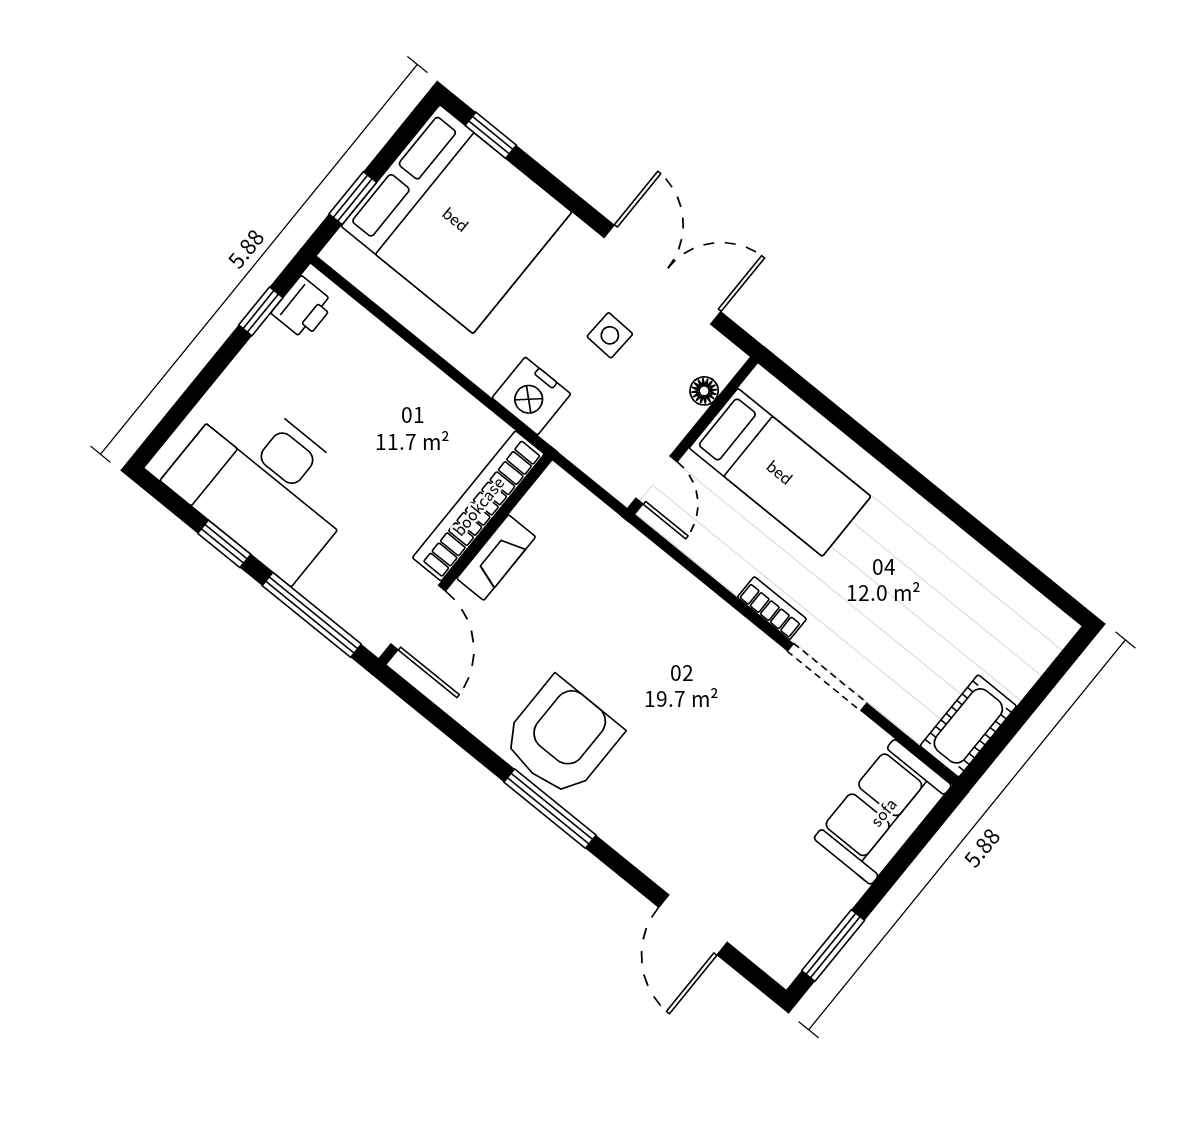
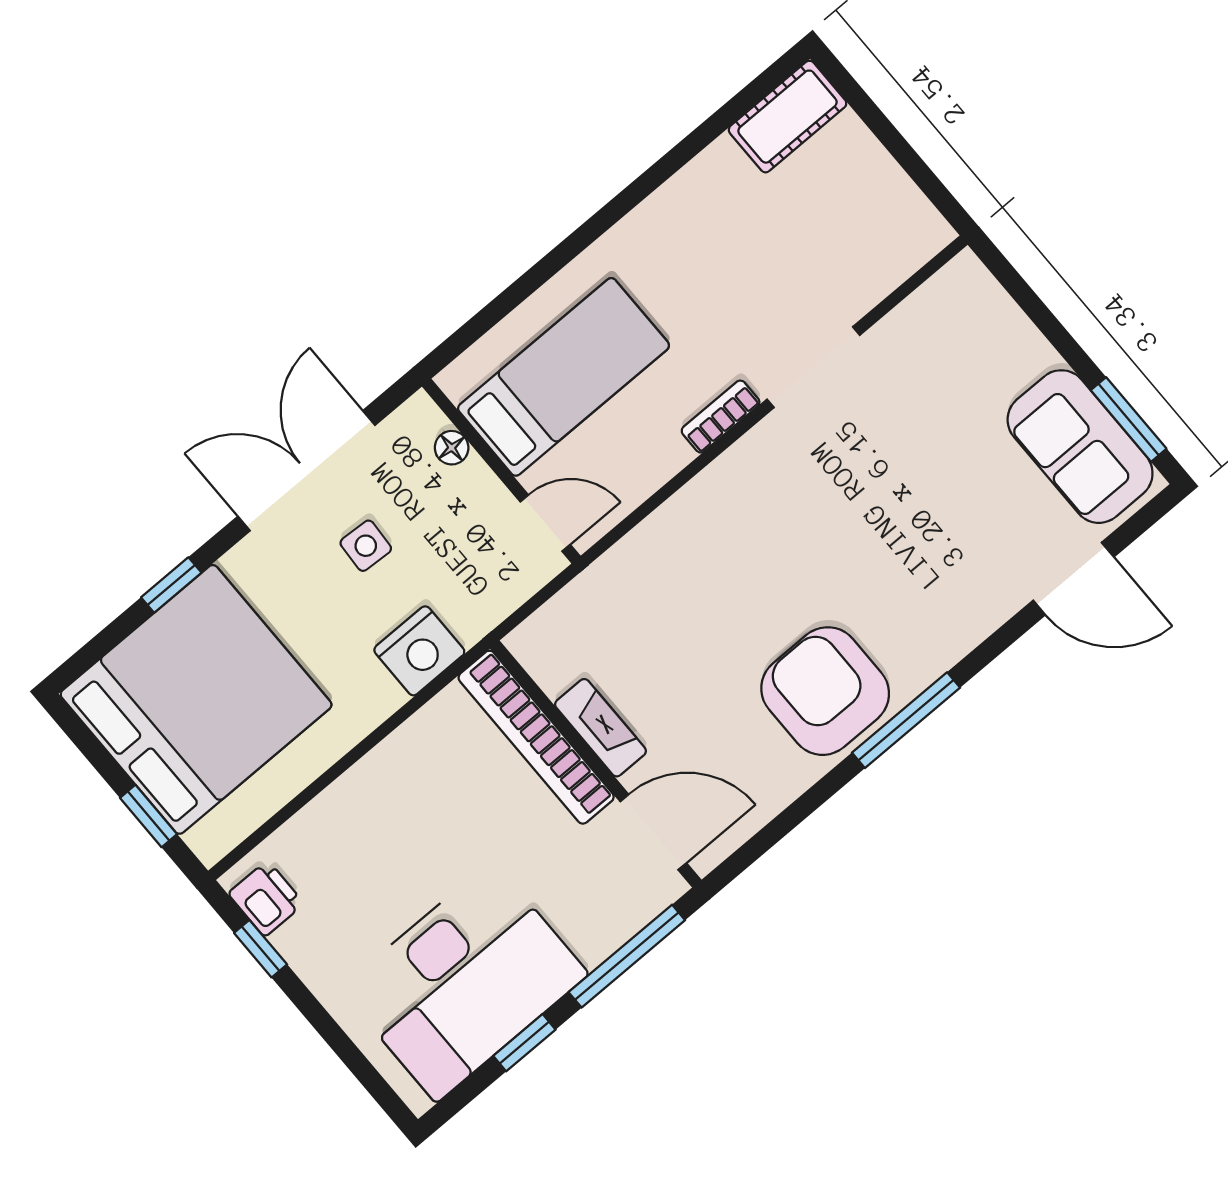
window: (491, 135) -> (171, 585), moved
cot: (968, 726) -> (788, 117), moved, turned 90
sofa: (883, 812) -> (1080, 447), moved

